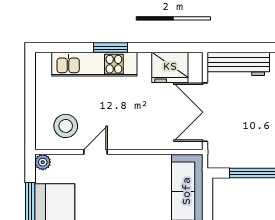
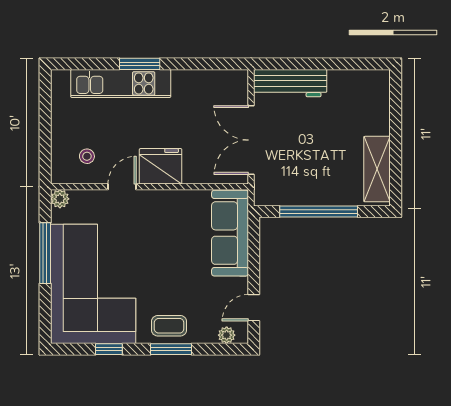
fridge: (170, 67) -> (161, 166), moved, turned 180
stool: (66, 126) -> (87, 156), width x0.53, depth x0.53

